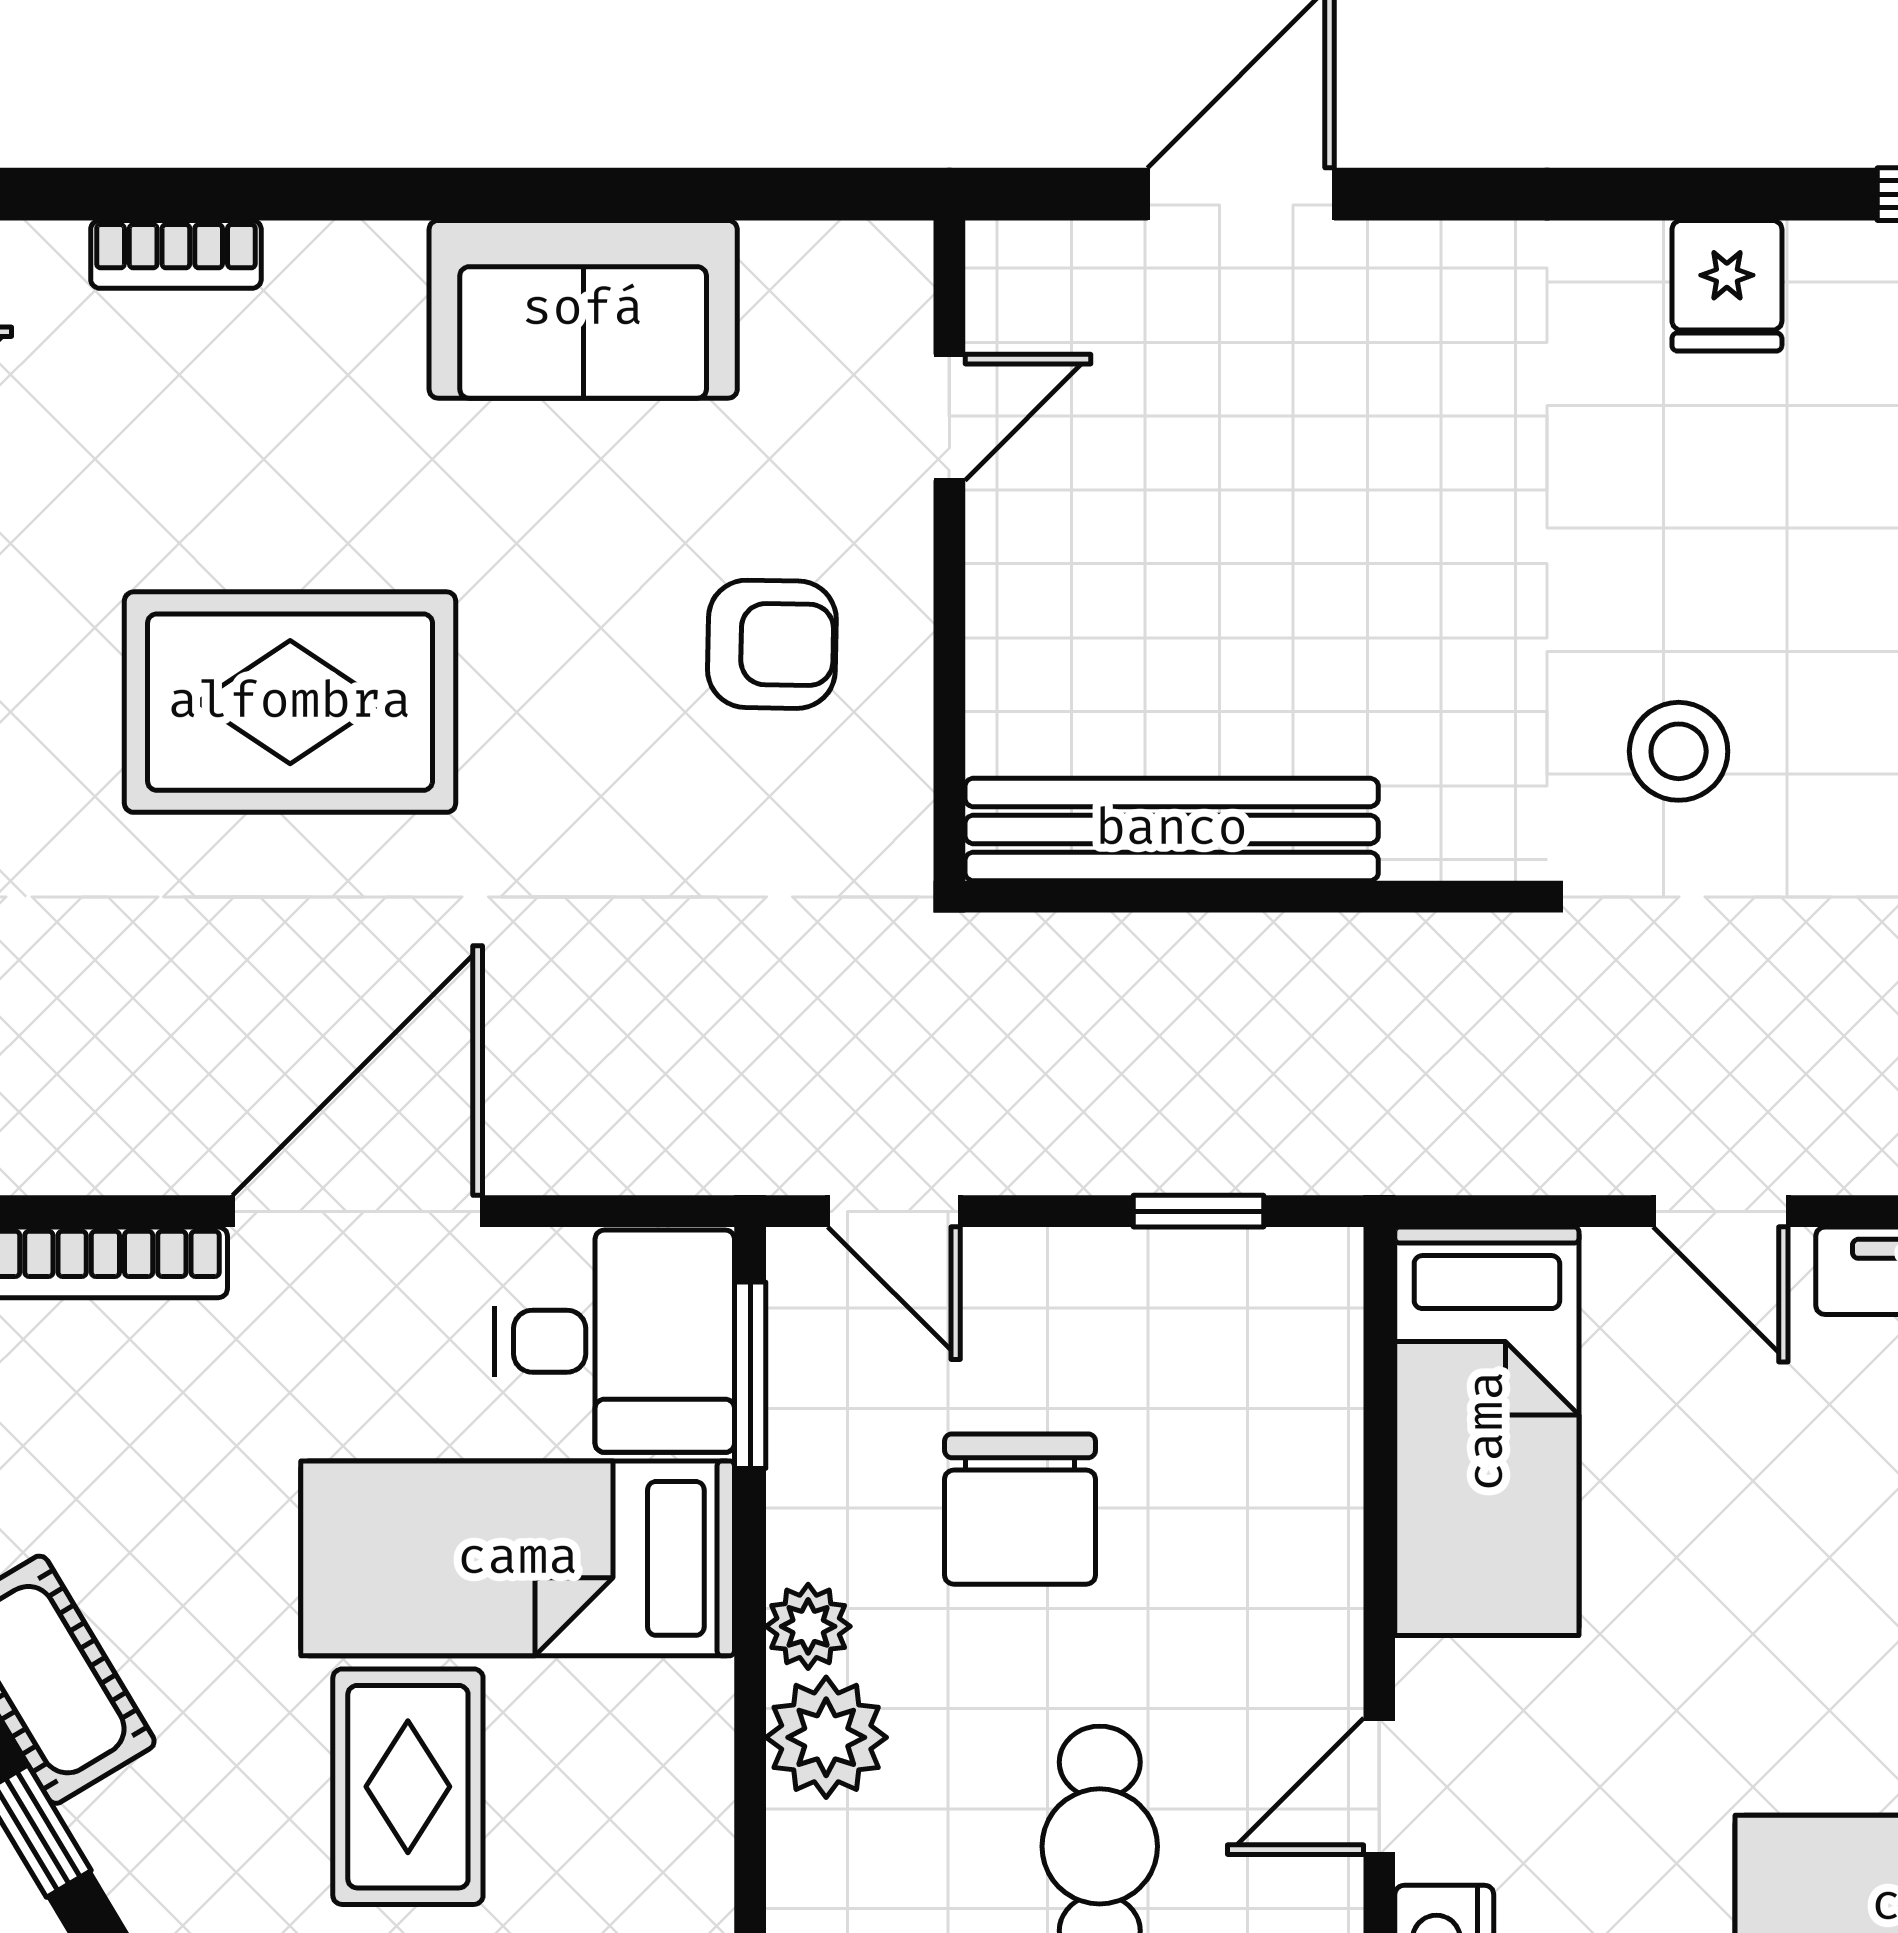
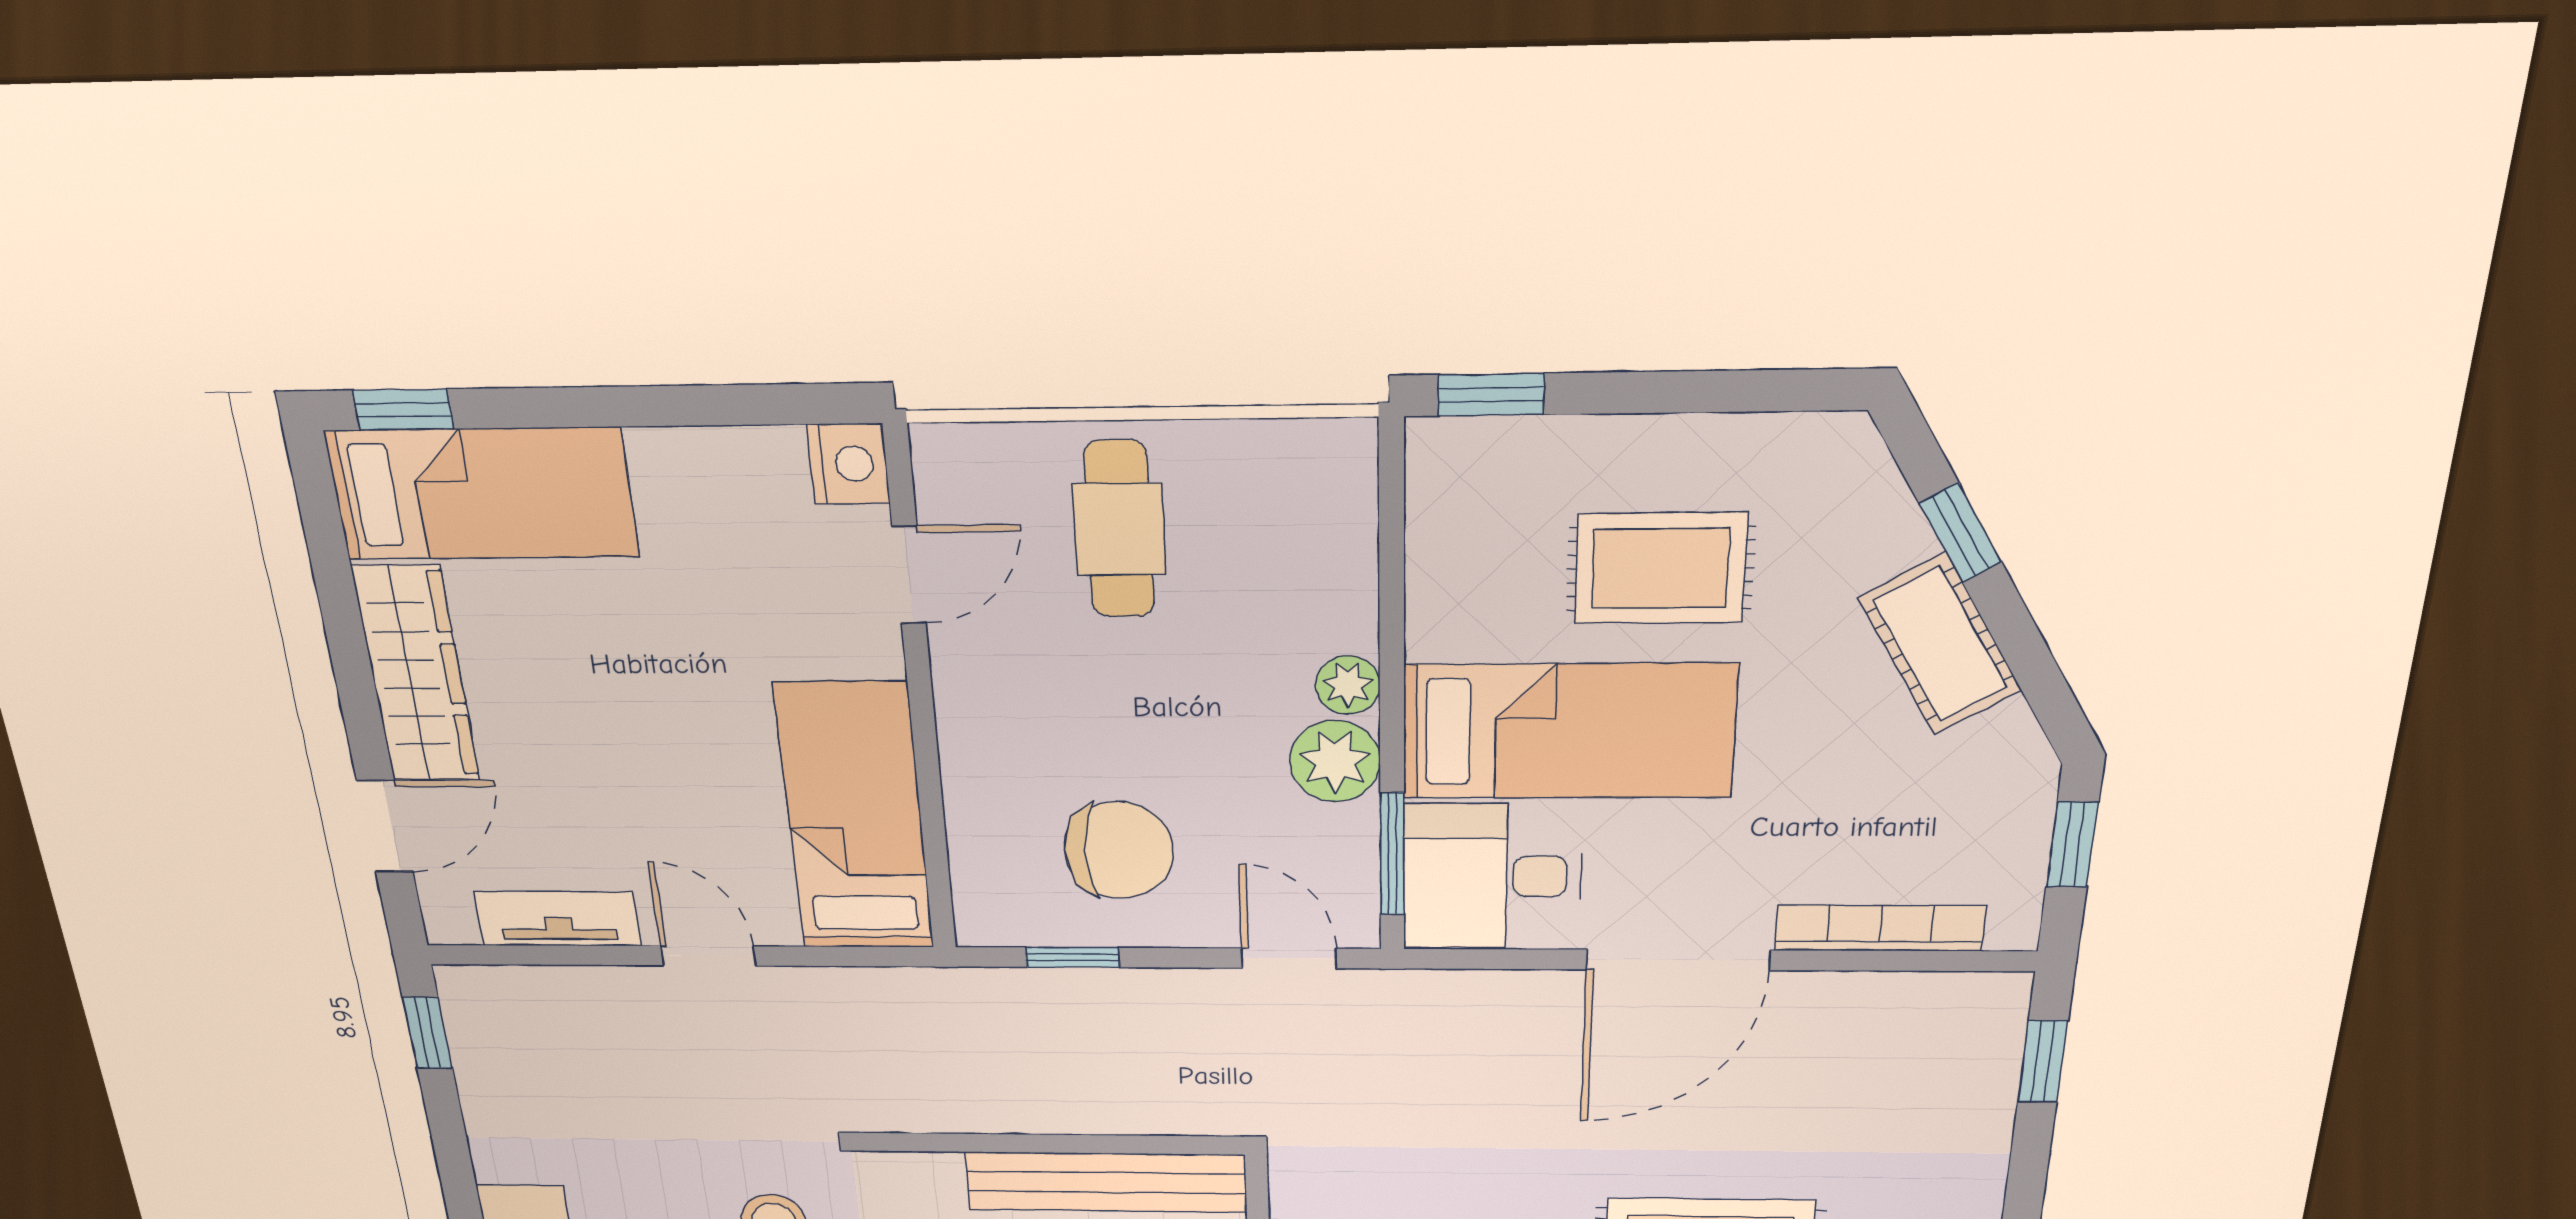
chair: (1020, 1509) -> (1119, 850), moved, turned 90
plant: (826, 1737) -> (1335, 761), moved
rug: (408, 1787) -> (1660, 568), turned 90

